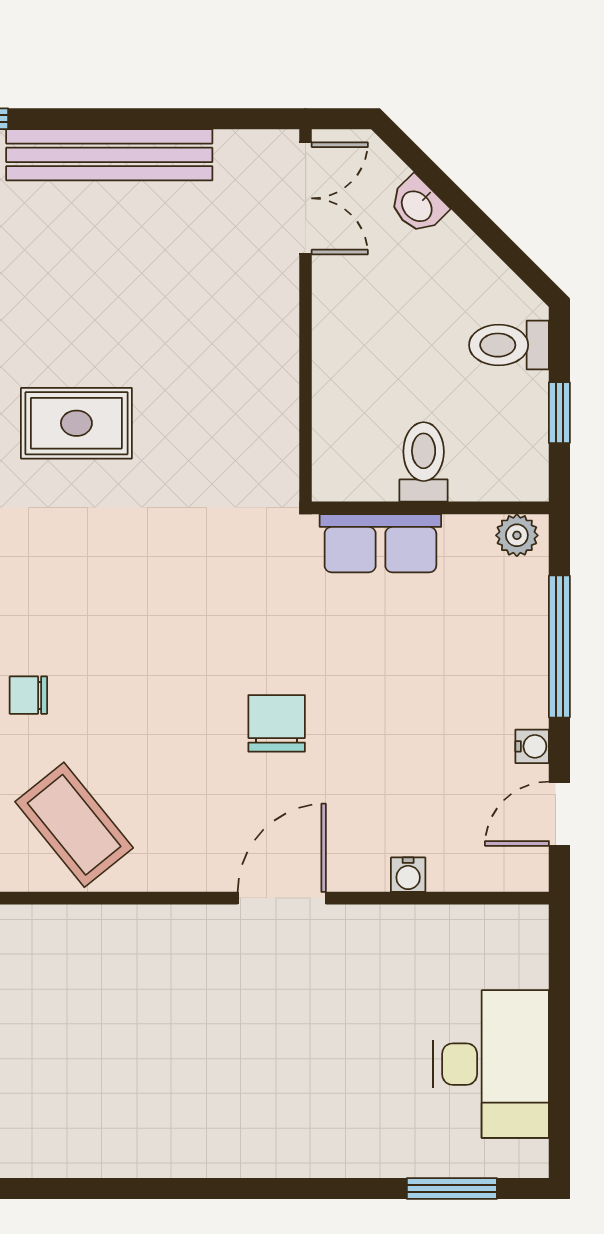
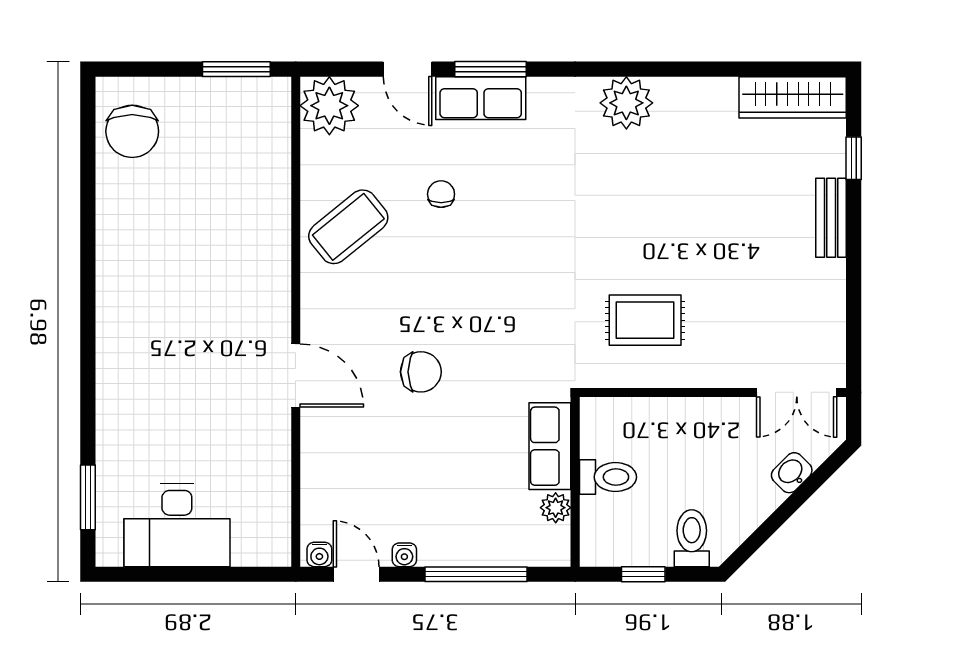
bench: (109, 155) -> (831, 218), width x0.54, depth x0.82
rug: (76, 423) -> (645, 320), moved, turned 90
plant: (517, 535) -> (556, 508), moved
water cooler: (408, 875) -> (319, 554), moved, turned -90

